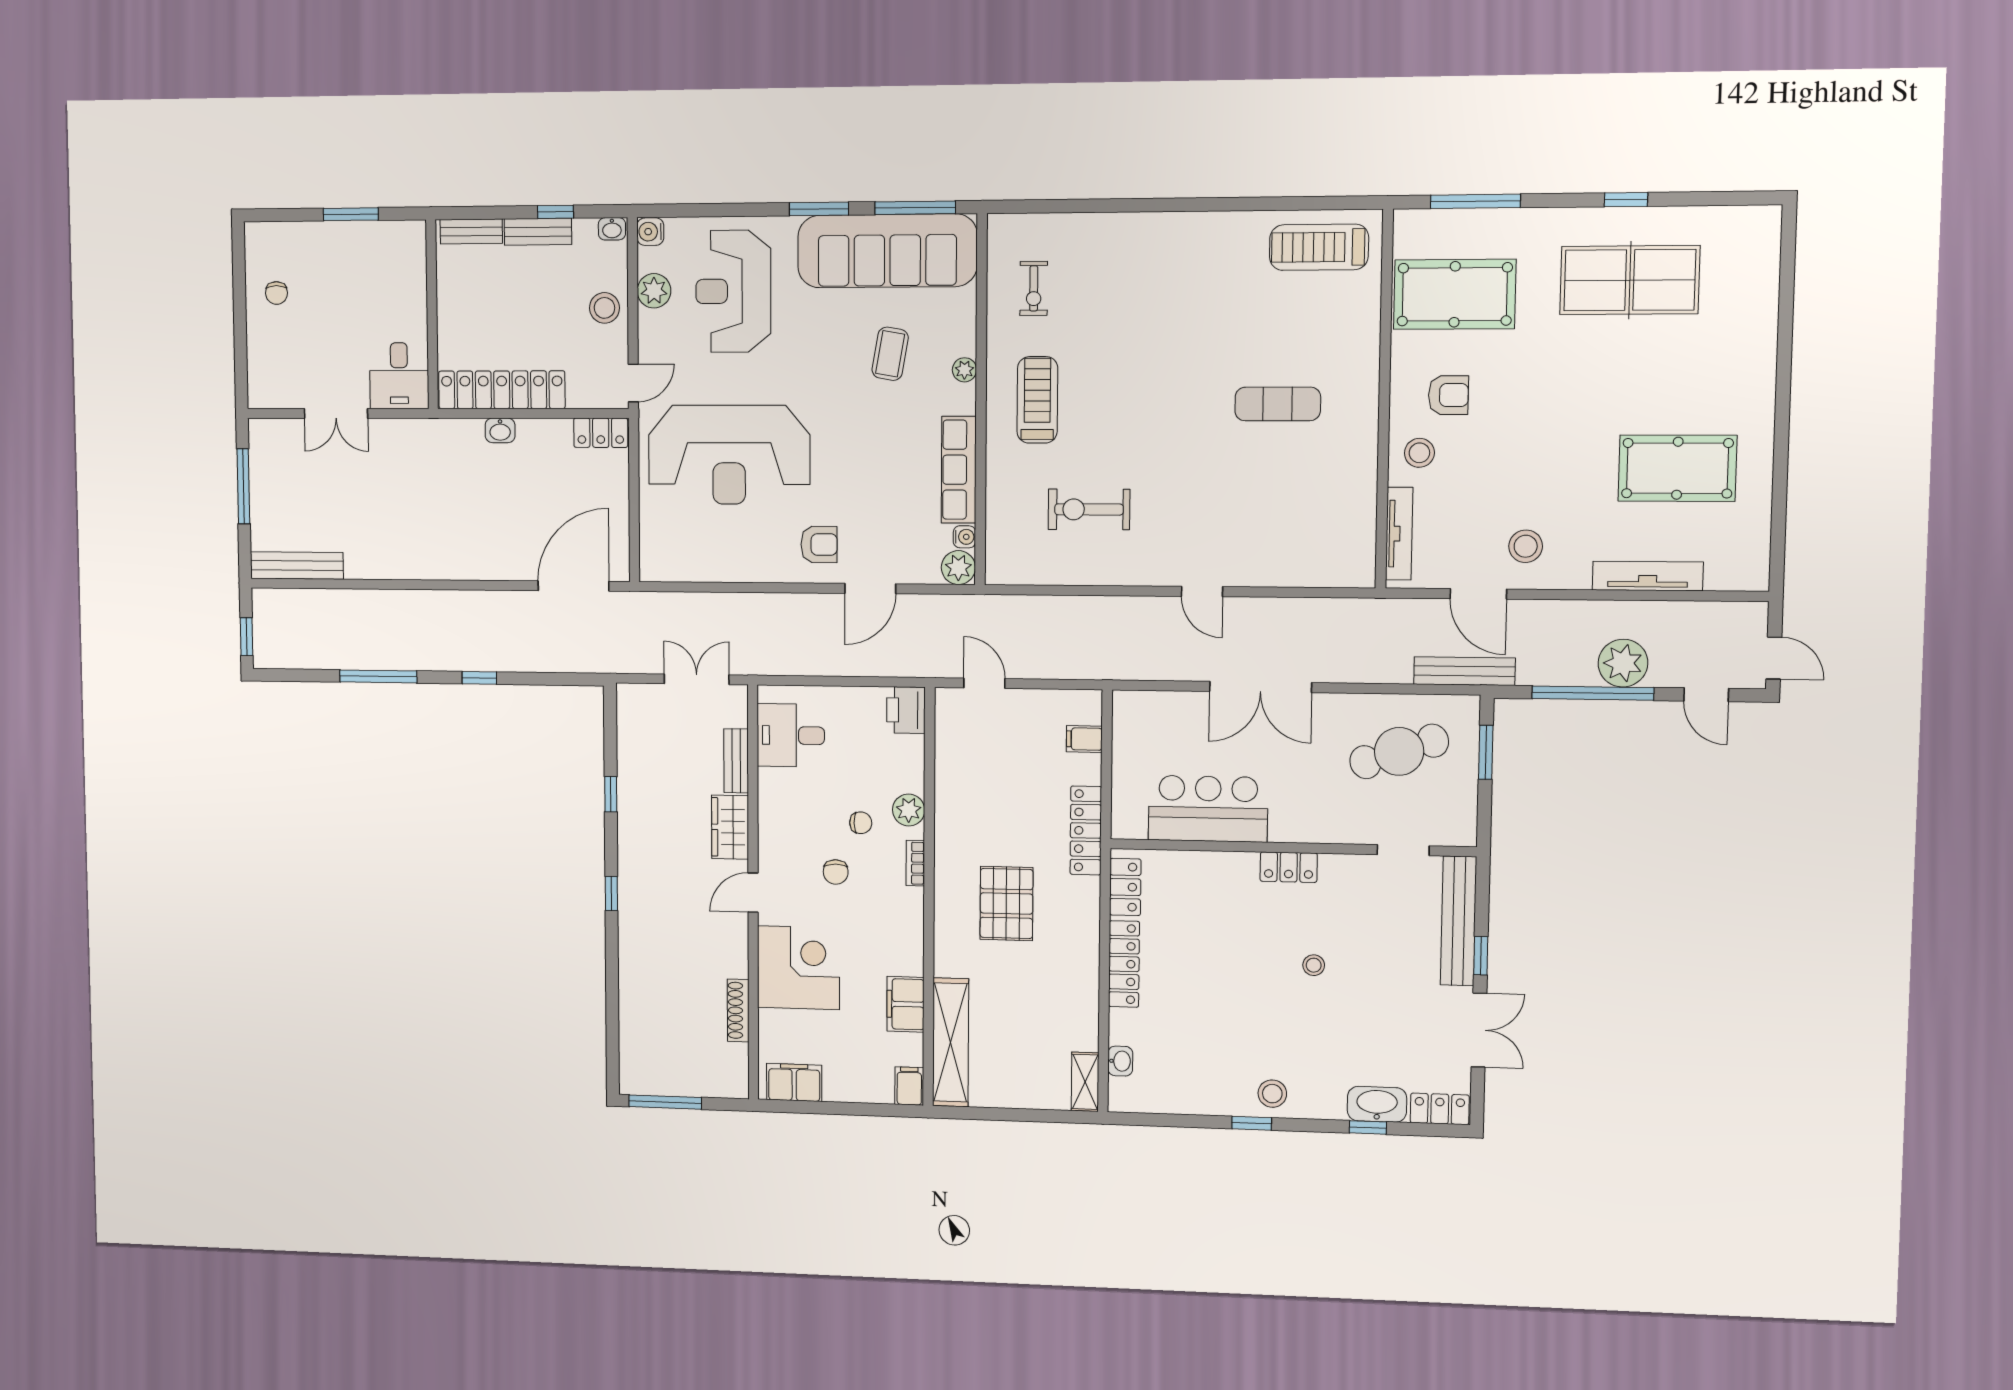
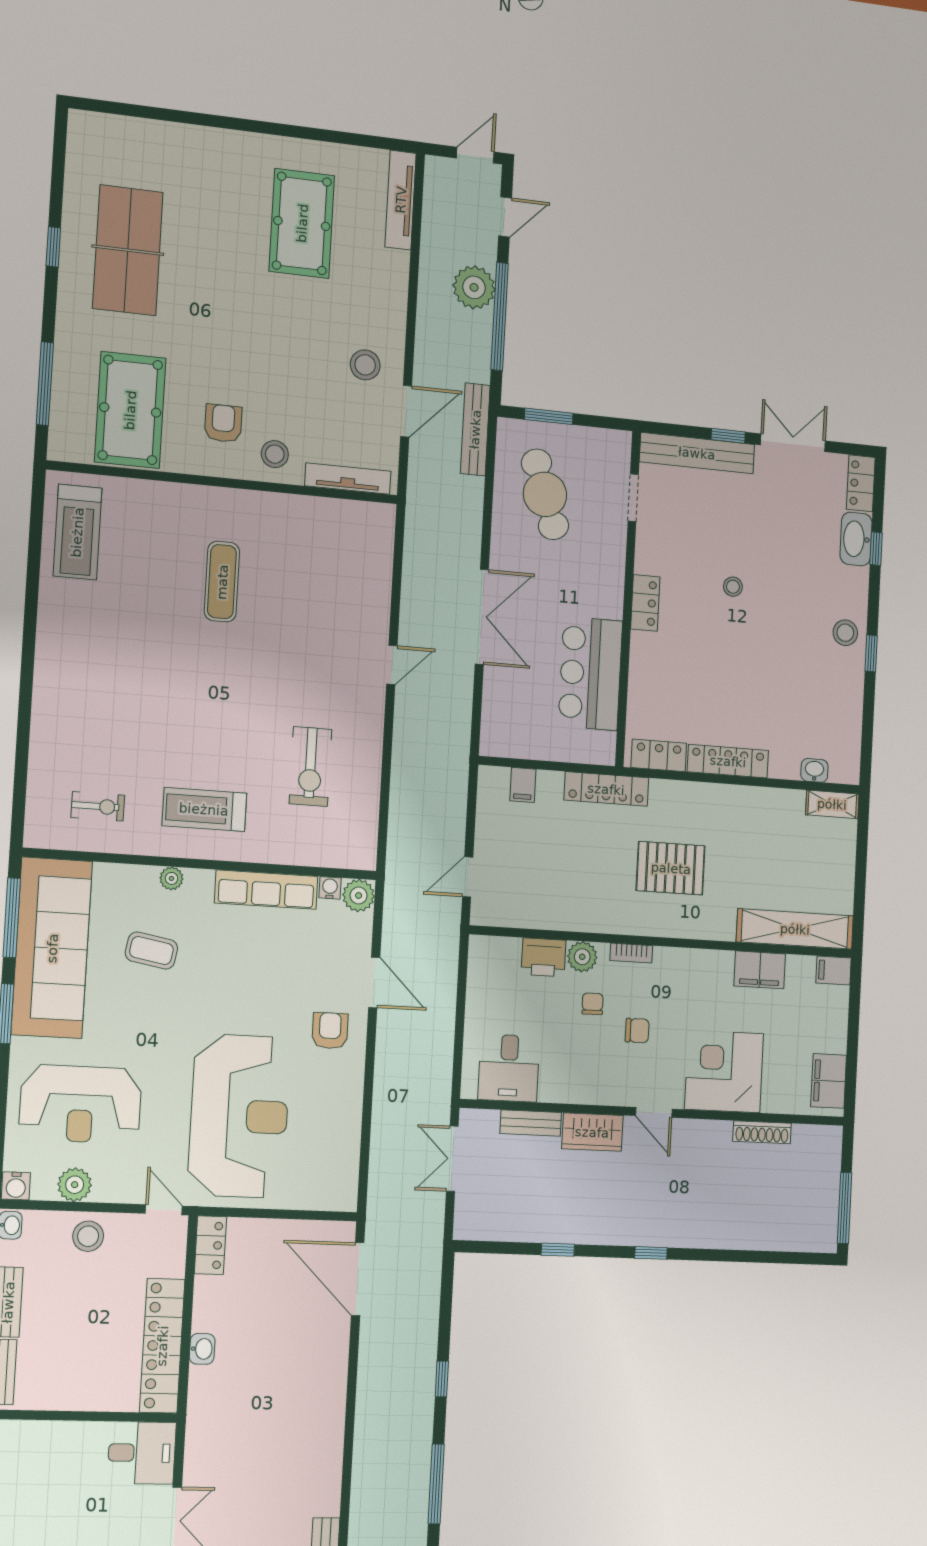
tv unit: (1648, 576) -> (401, 200), moved
printer: (906, 710) -> (544, 957), moved

